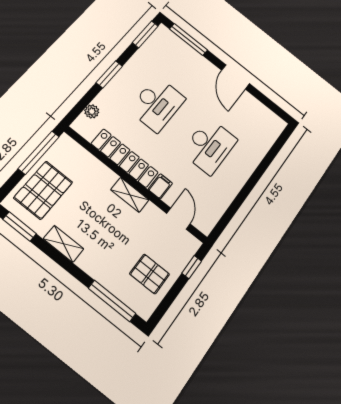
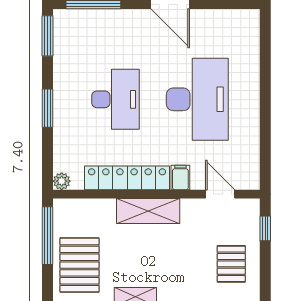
plant: (92, 111) -> (62, 181), moved
desk: (209, 146) -> (197, 99), width x1.36, depth x1.30
shelving: (130, 195) -> (148, 211), width x1.50, depth x1.33
pallet: (150, 274) -> (231, 264), turned 90

